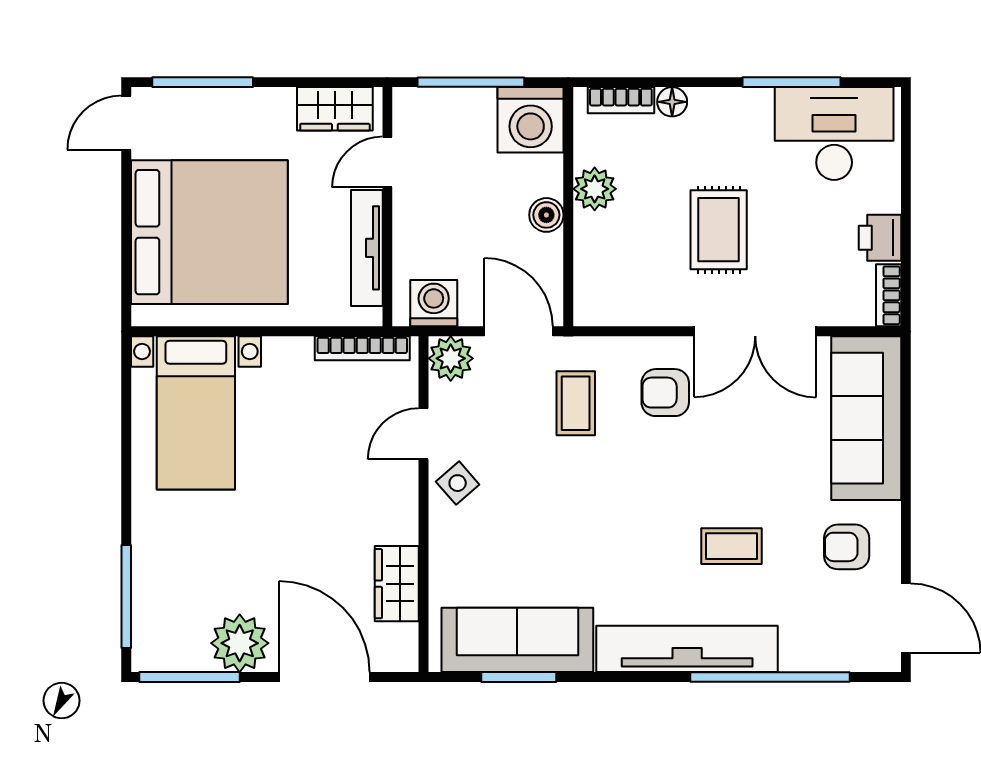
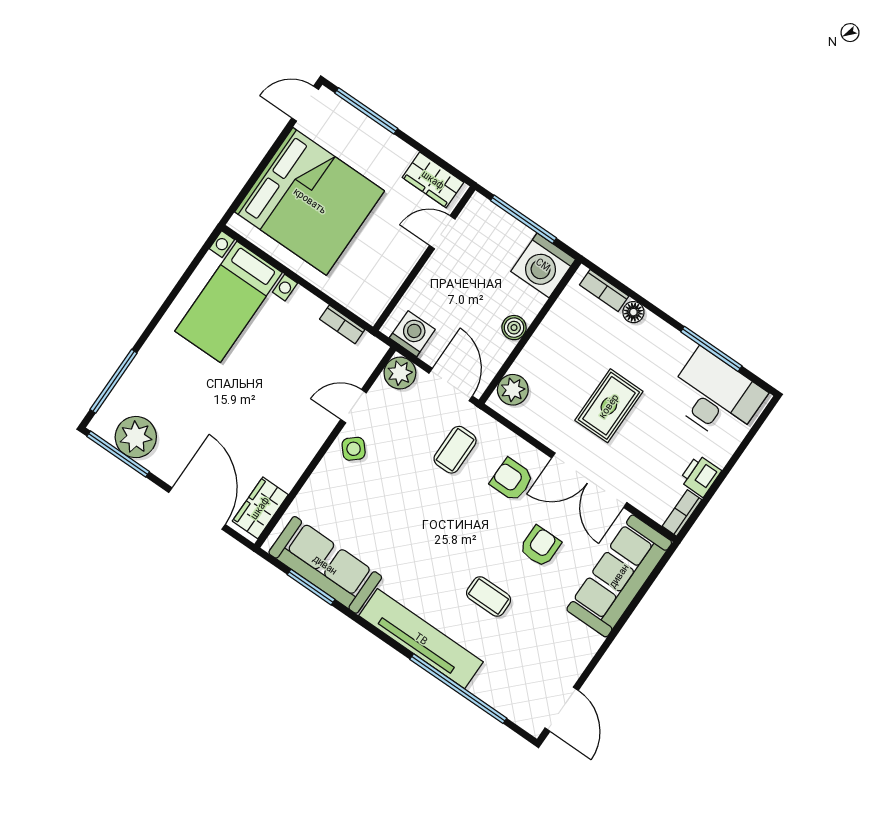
plant: (595, 189) -> (513, 390), moved
tv unit: (367, 248) -> (395, 274), removed
bookcase: (362, 348) -> (342, 324), width x0.64
armchair: (847, 547) -> (540, 546), moved, turned 90
wardrobe: (397, 584) -> (260, 508), moved
plant: (240, 643) -> (136, 437), moved

